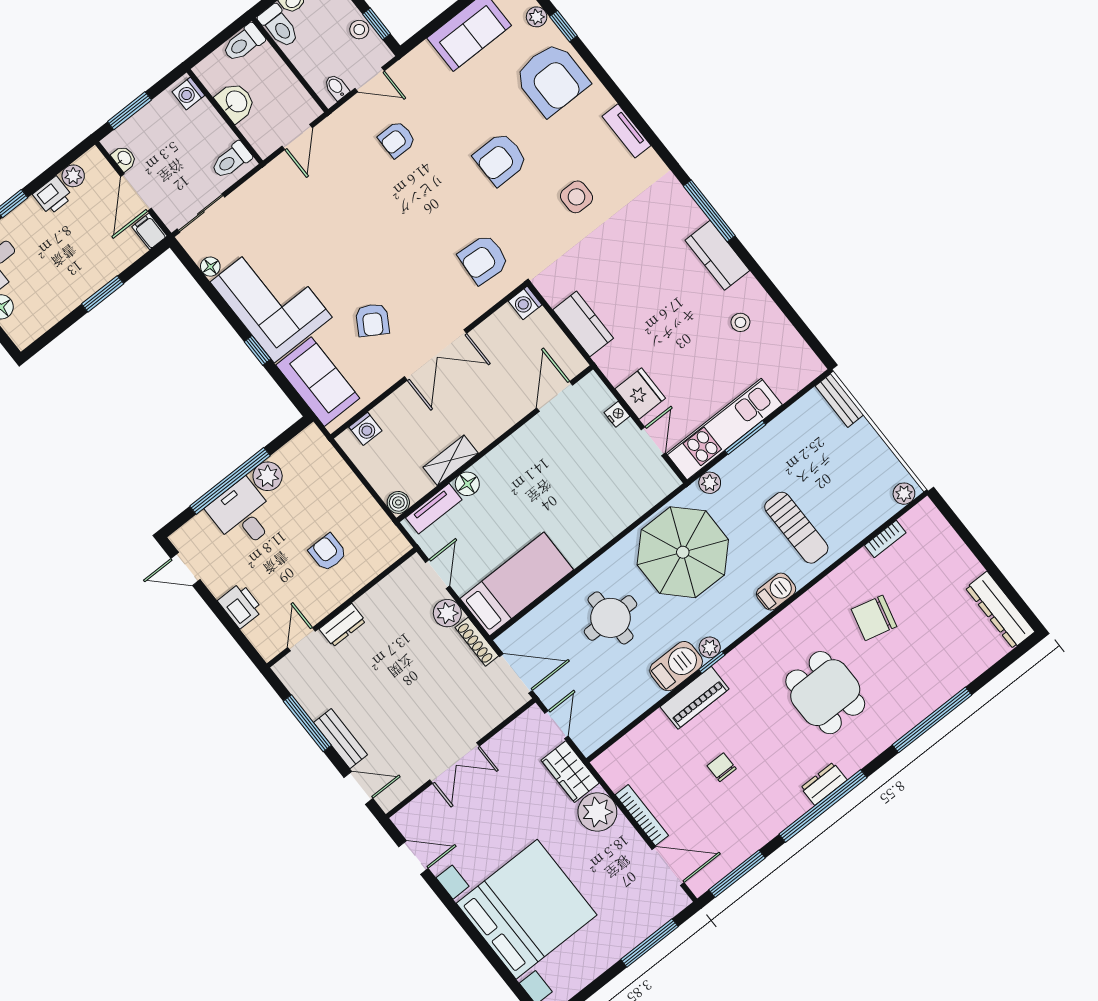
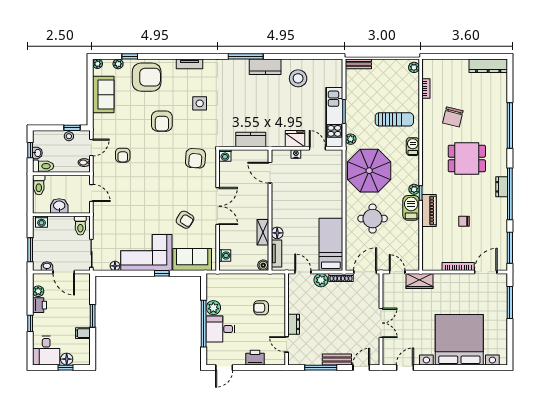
filing cabinet: (149, 231) -> (83, 333), moved
stool: (740, 322) -> (298, 78), width x1.89, depth x1.89
plant: (597, 812) -> (443, 283), removed

